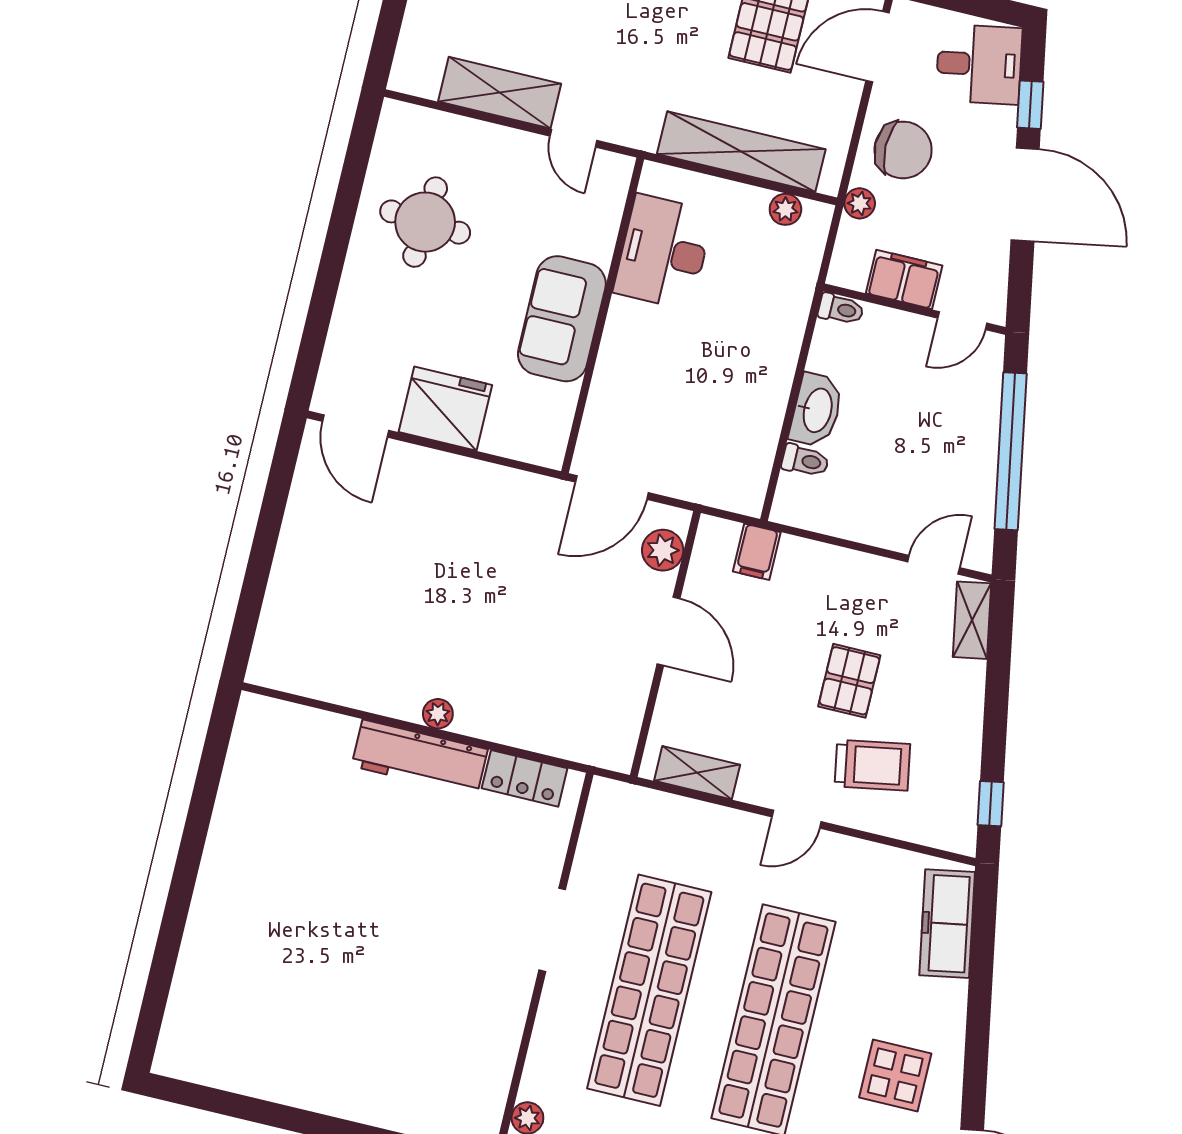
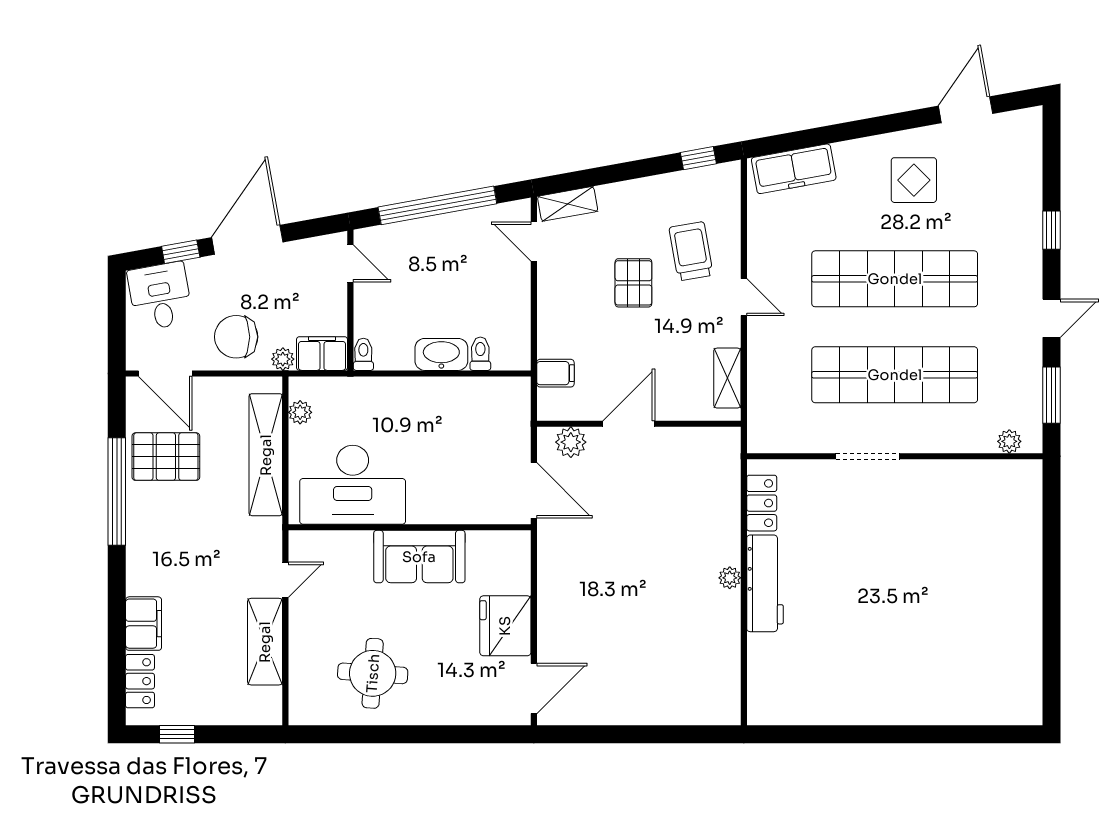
chair: (903, 150) -> (236, 337), turned -90
desk: (664, 252) -> (353, 485), width x1.36, depth x1.30
filing cabinet: (904, 279) -> (322, 354), moved, turned 90
pallet: (849, 681) -> (633, 283), turned 90

